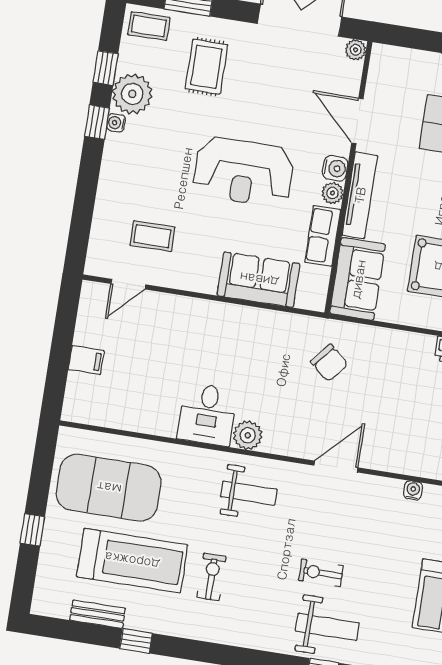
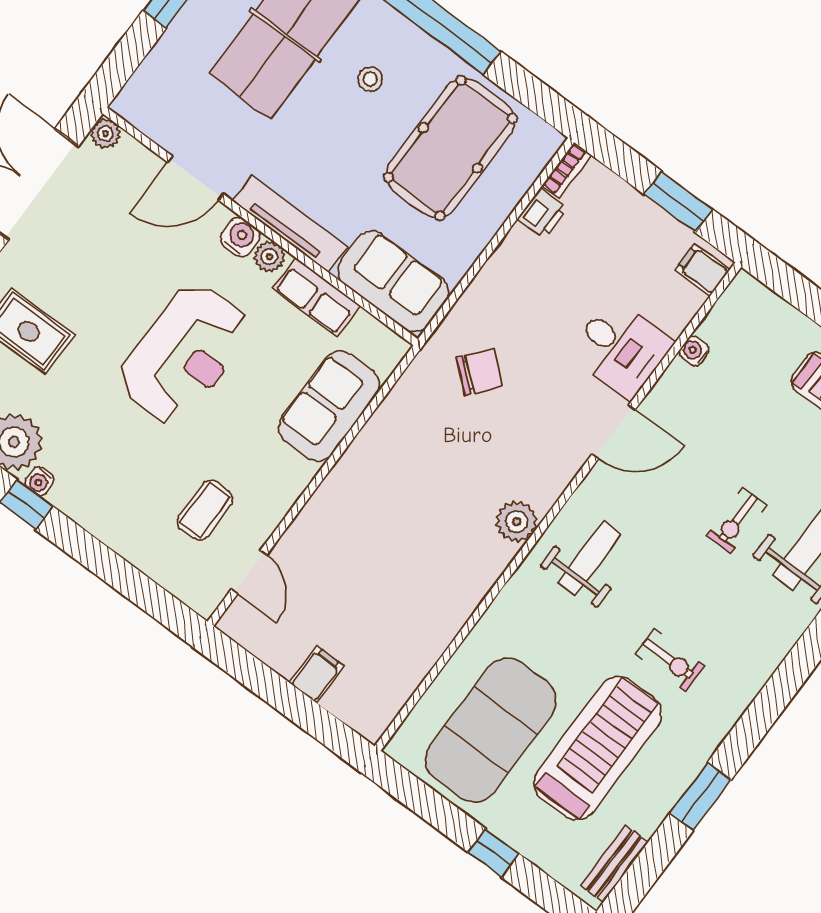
desk: (207, 414) -> (621, 348), moved
door: (336, 467) -> (614, 432), swing flipped
exercise bike: (211, 577) -> (670, 660), turned 180
bench: (98, 614) -> (614, 864), moved
window: (136, 641) -> (700, 796), width x1.50

